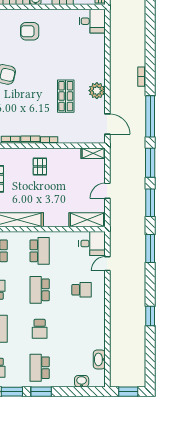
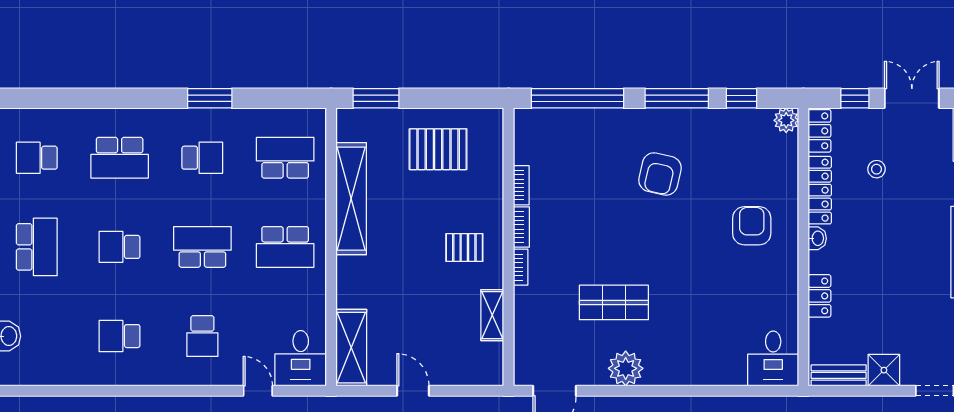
shelving: (93, 153) -> (492, 315), moved
school desk: (82, 329) -> (120, 336), added
washbasin: (99, 359) -> (54, 374), removed
school desk: (40, 368) -> (37, 247), turned 90

